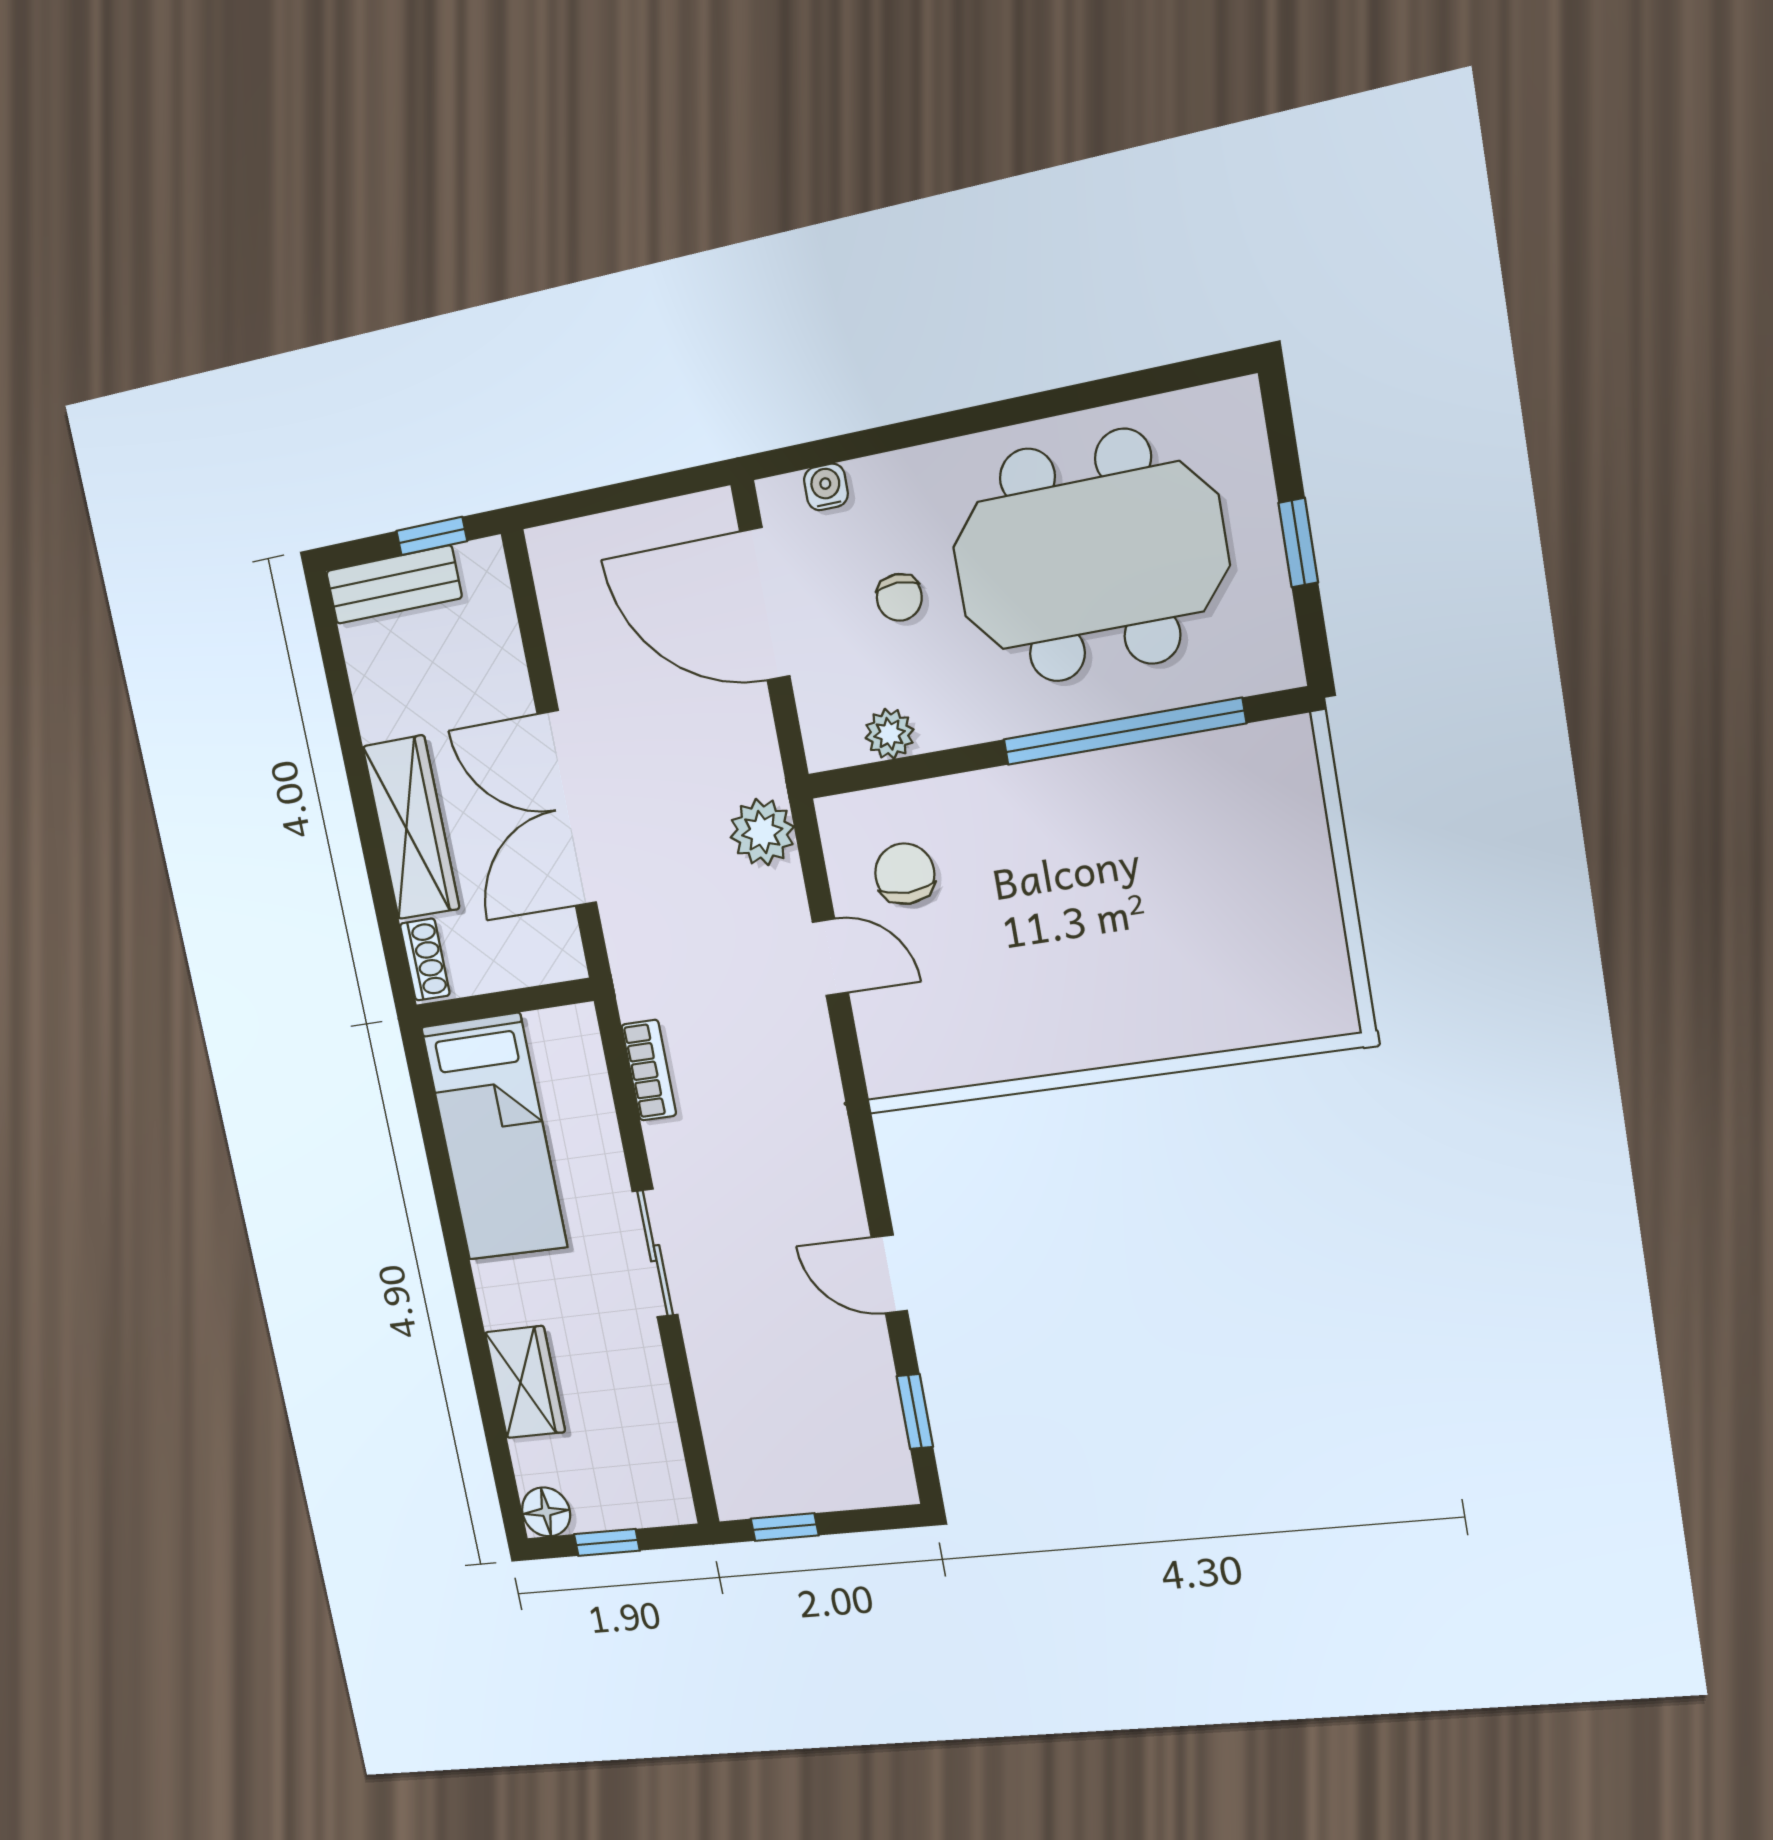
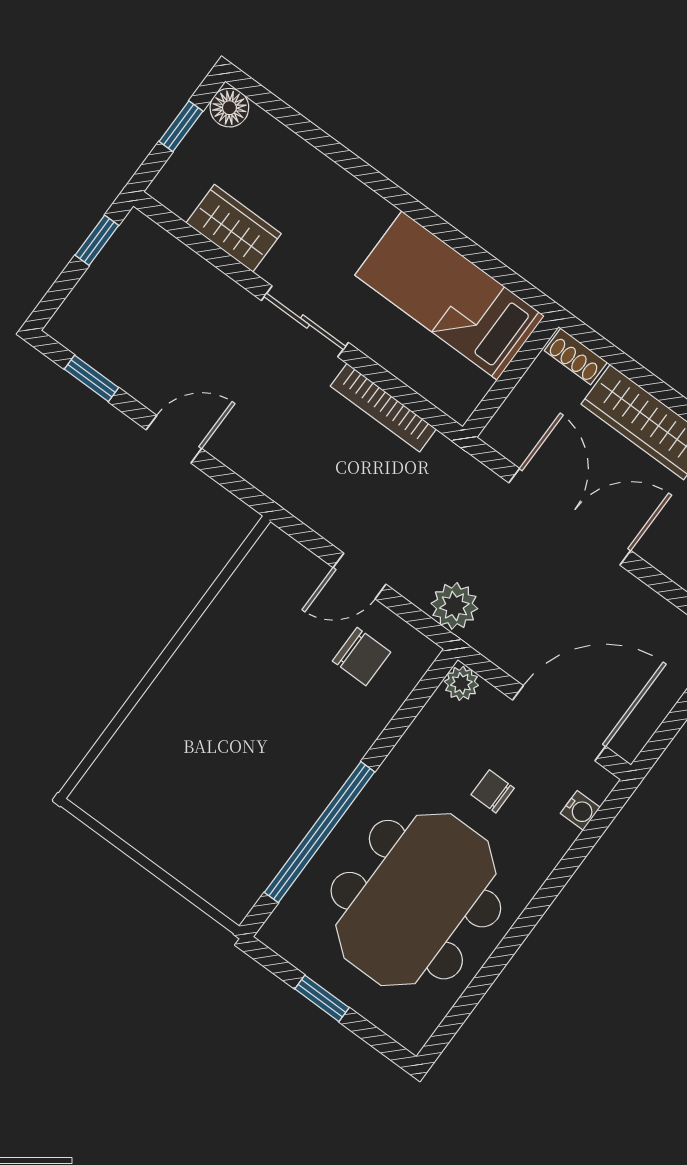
plant: (889, 734) -> (461, 683), moved
bookcase: (649, 1070) -> (383, 408), width x1.56
wardrobe: (525, 1382) -> (234, 228), moved, turned 180

